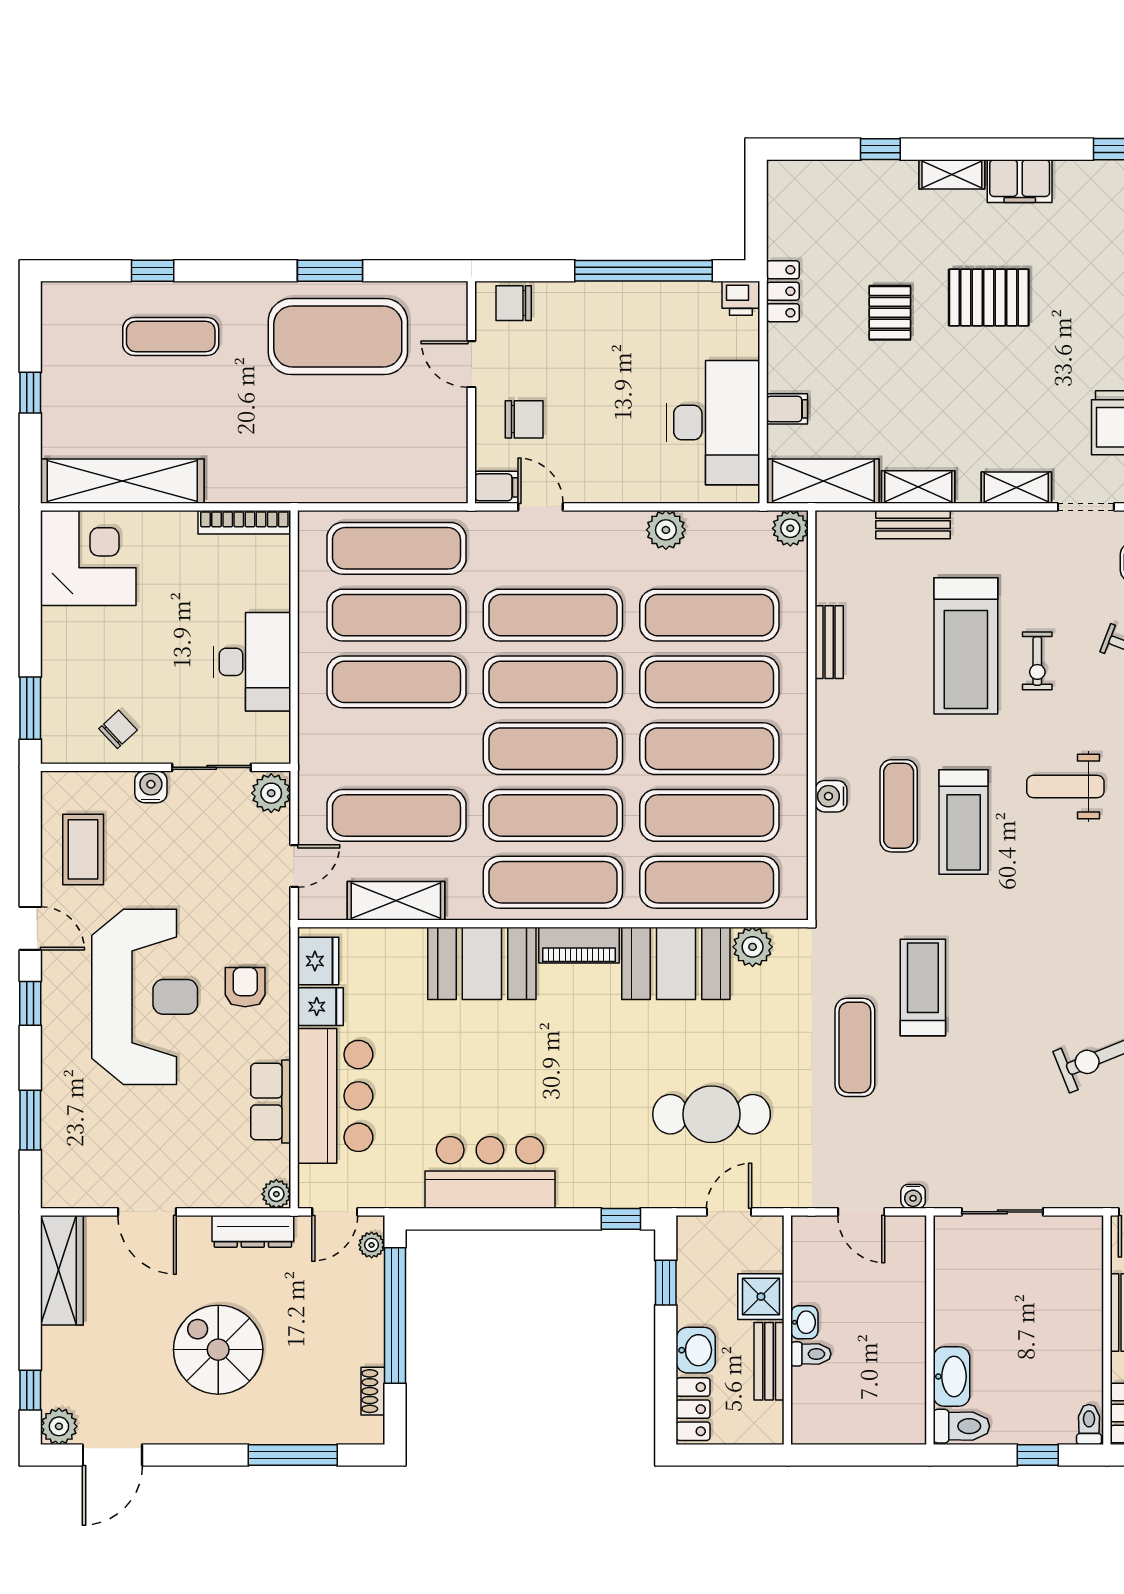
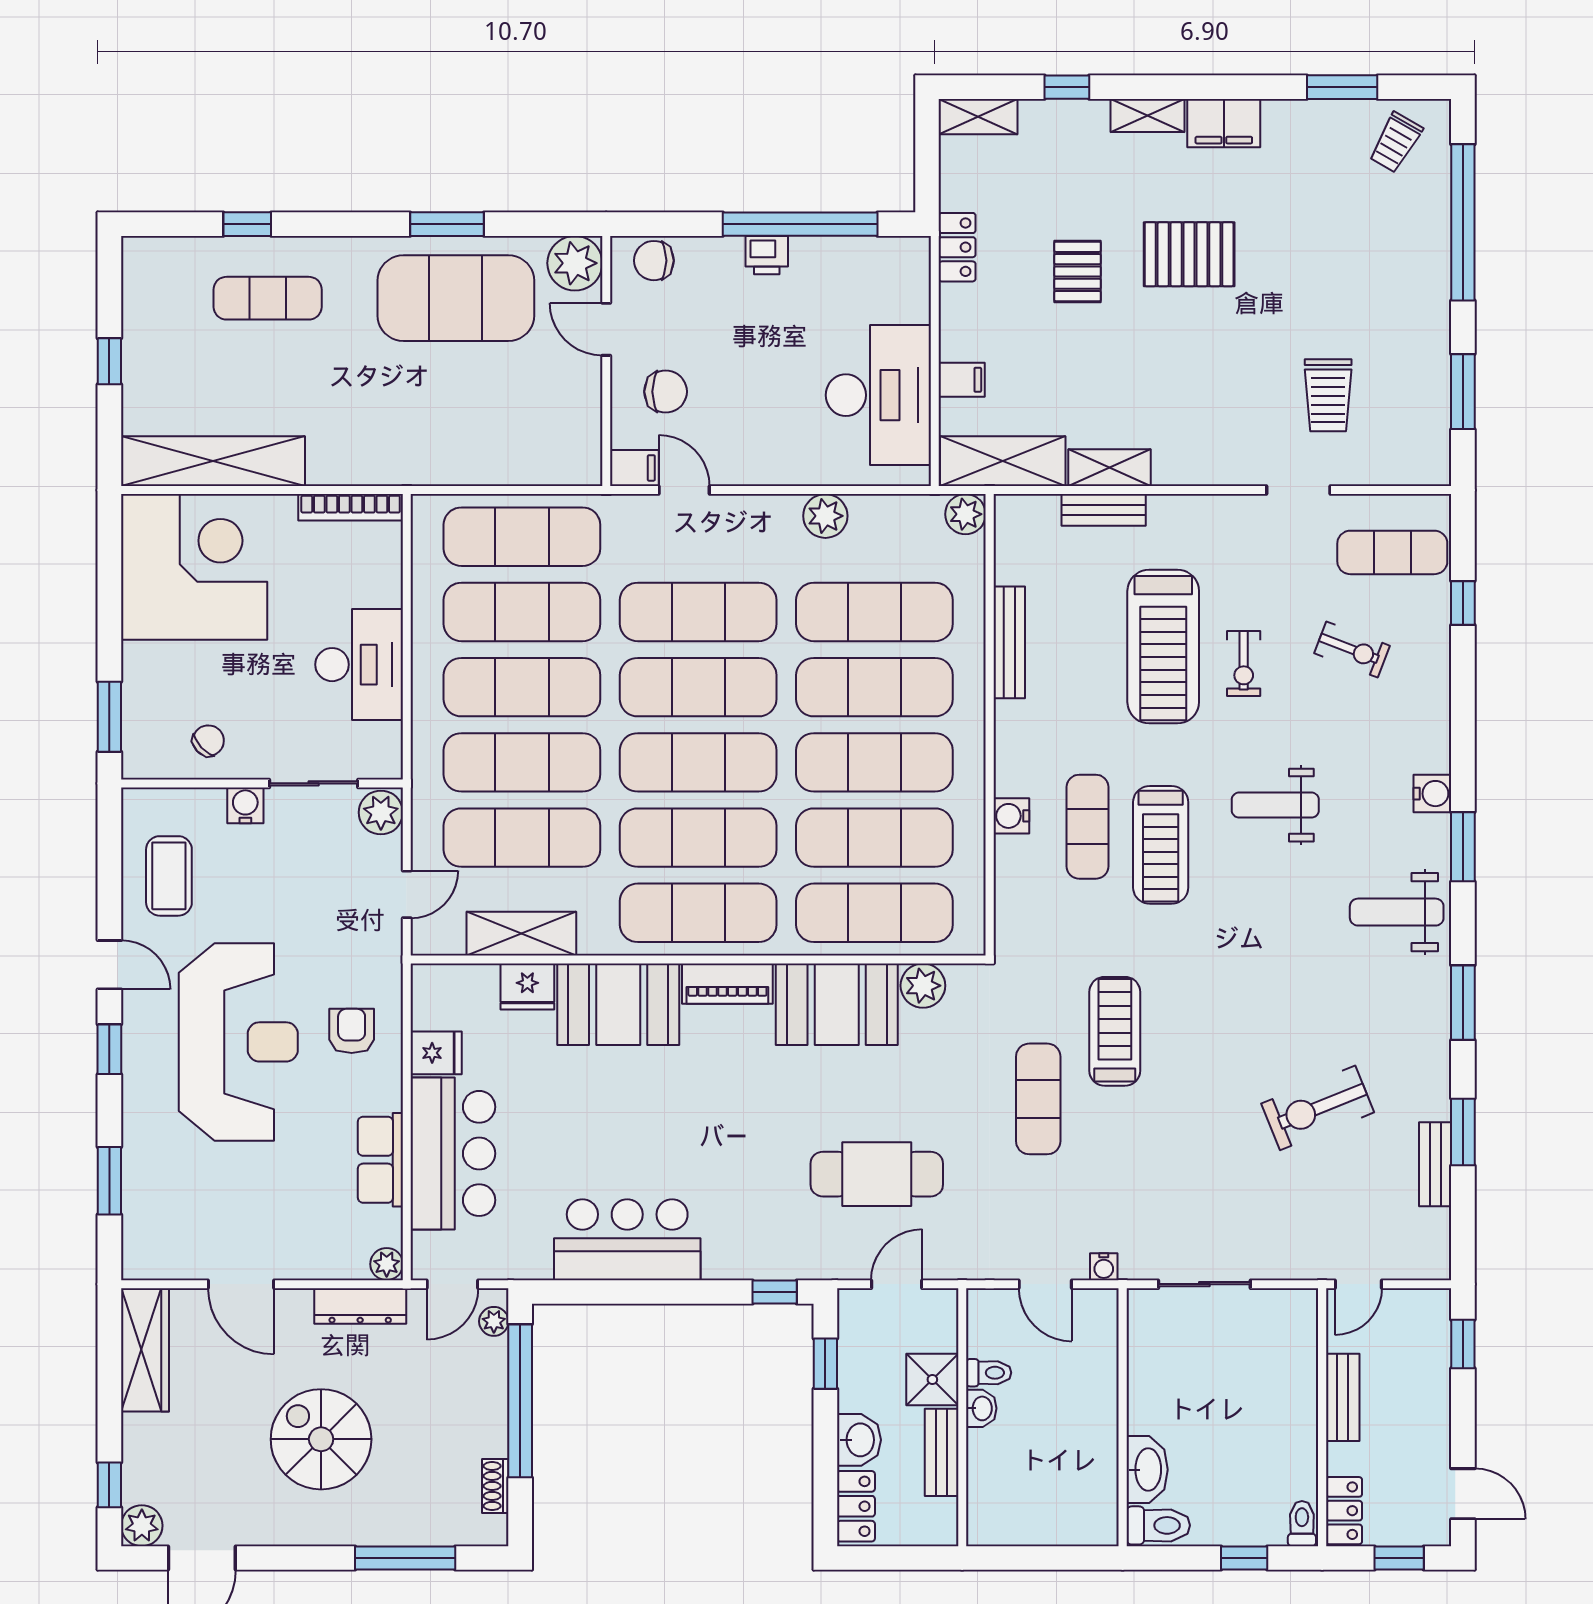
printer: (741, 298) -> (767, 255), moved
plant: (444, 305) -> (575, 263), added
shelving: (1016, 488) -> (978, 117), moved
corner desk: (88, 558) -> (194, 567), width x1.36, depth x1.36
bench: (829, 642) -> (1009, 642), width x1.36
exercise mat: (396, 749) -> (522, 762), added
fridge: (318, 961) -> (527, 986), moved, turned 90
toilet: (811, 1354) -> (989, 1373), moved

